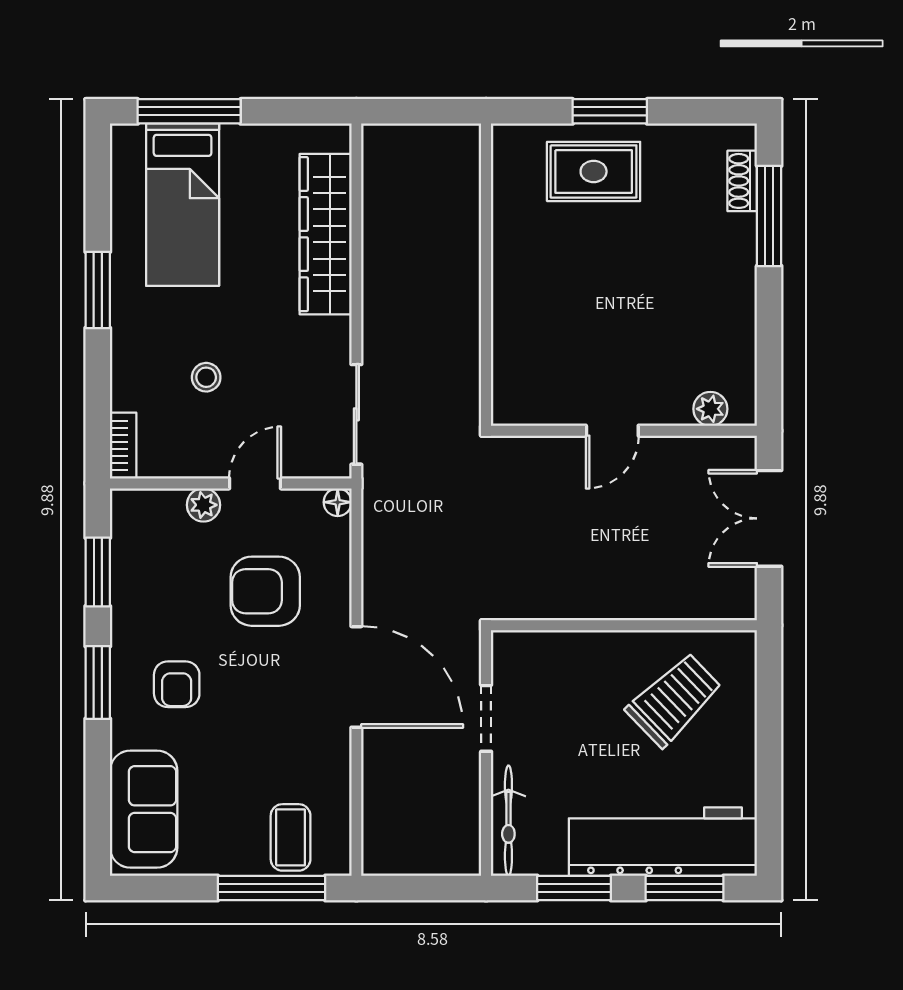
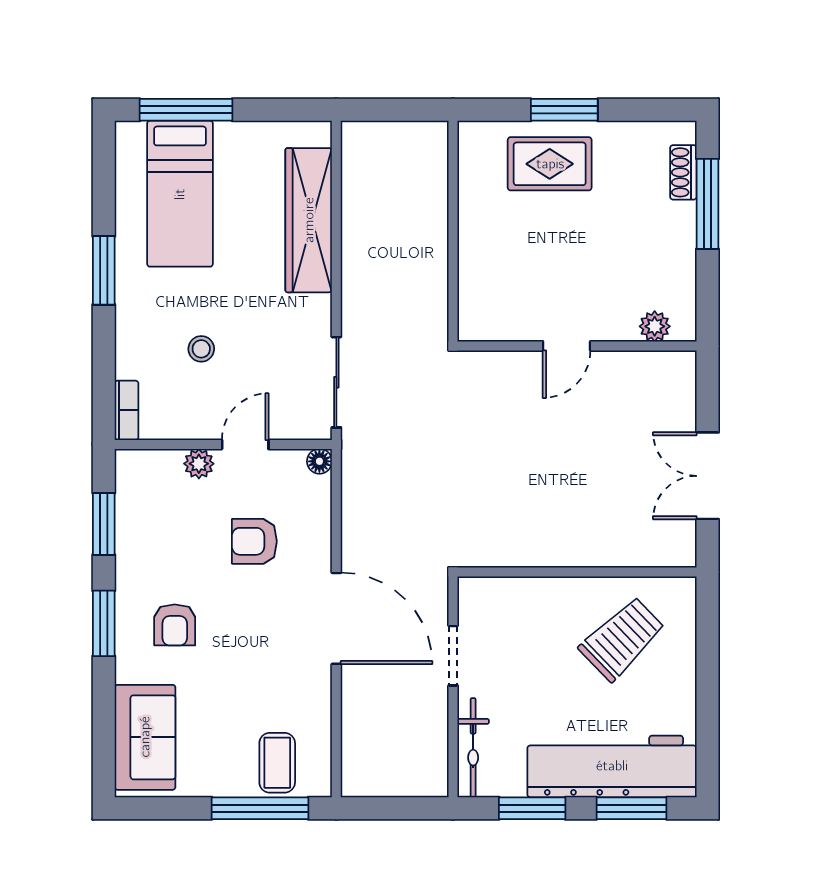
plant: (710, 409) -> (655, 326), moved
door: (612, 431) -> (567, 346), moved
wall: (624, 431) -> (577, 346), moved
armchair: (265, 591) -> (254, 541), width x0.72, depth x0.72

